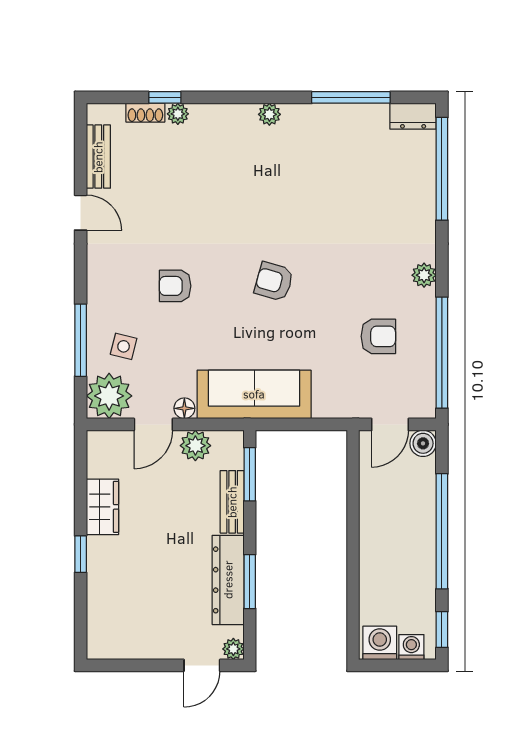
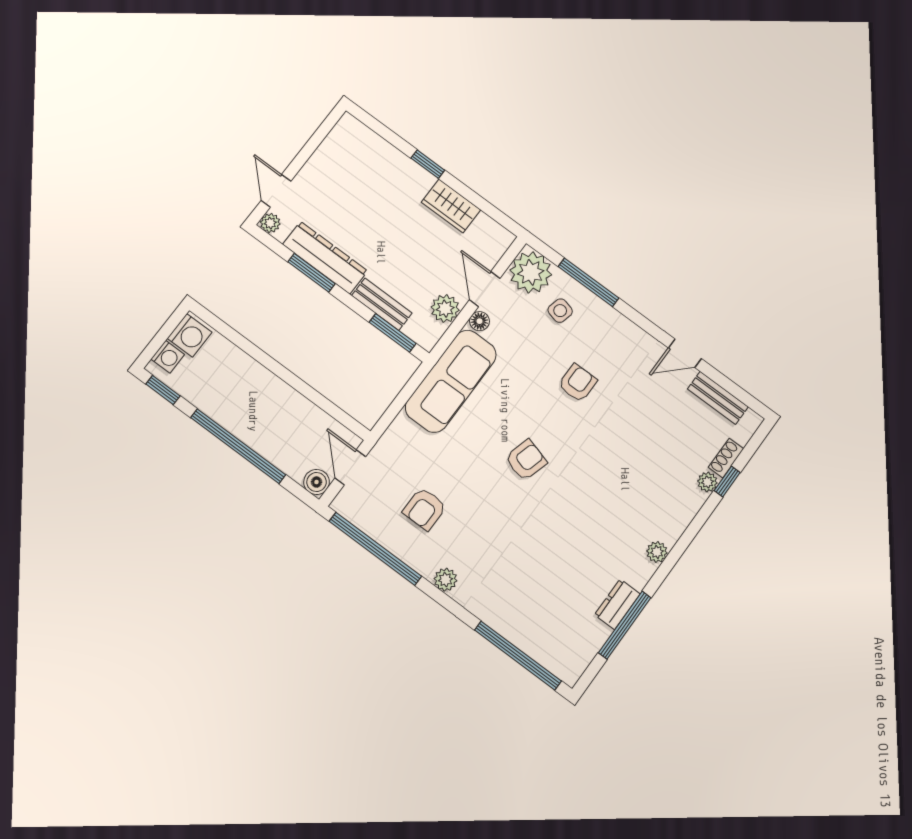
dresser: (413, 116) -> (617, 604), moved

